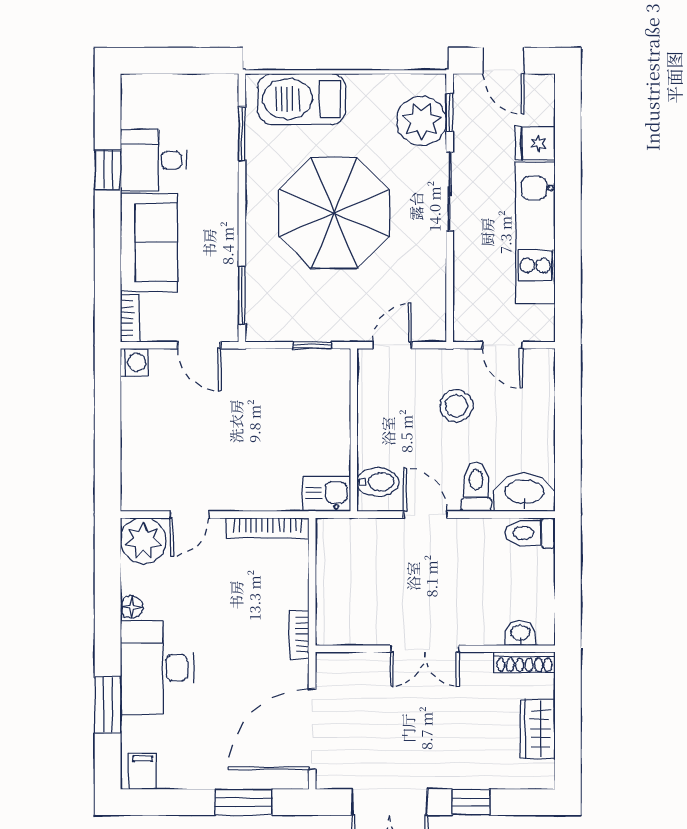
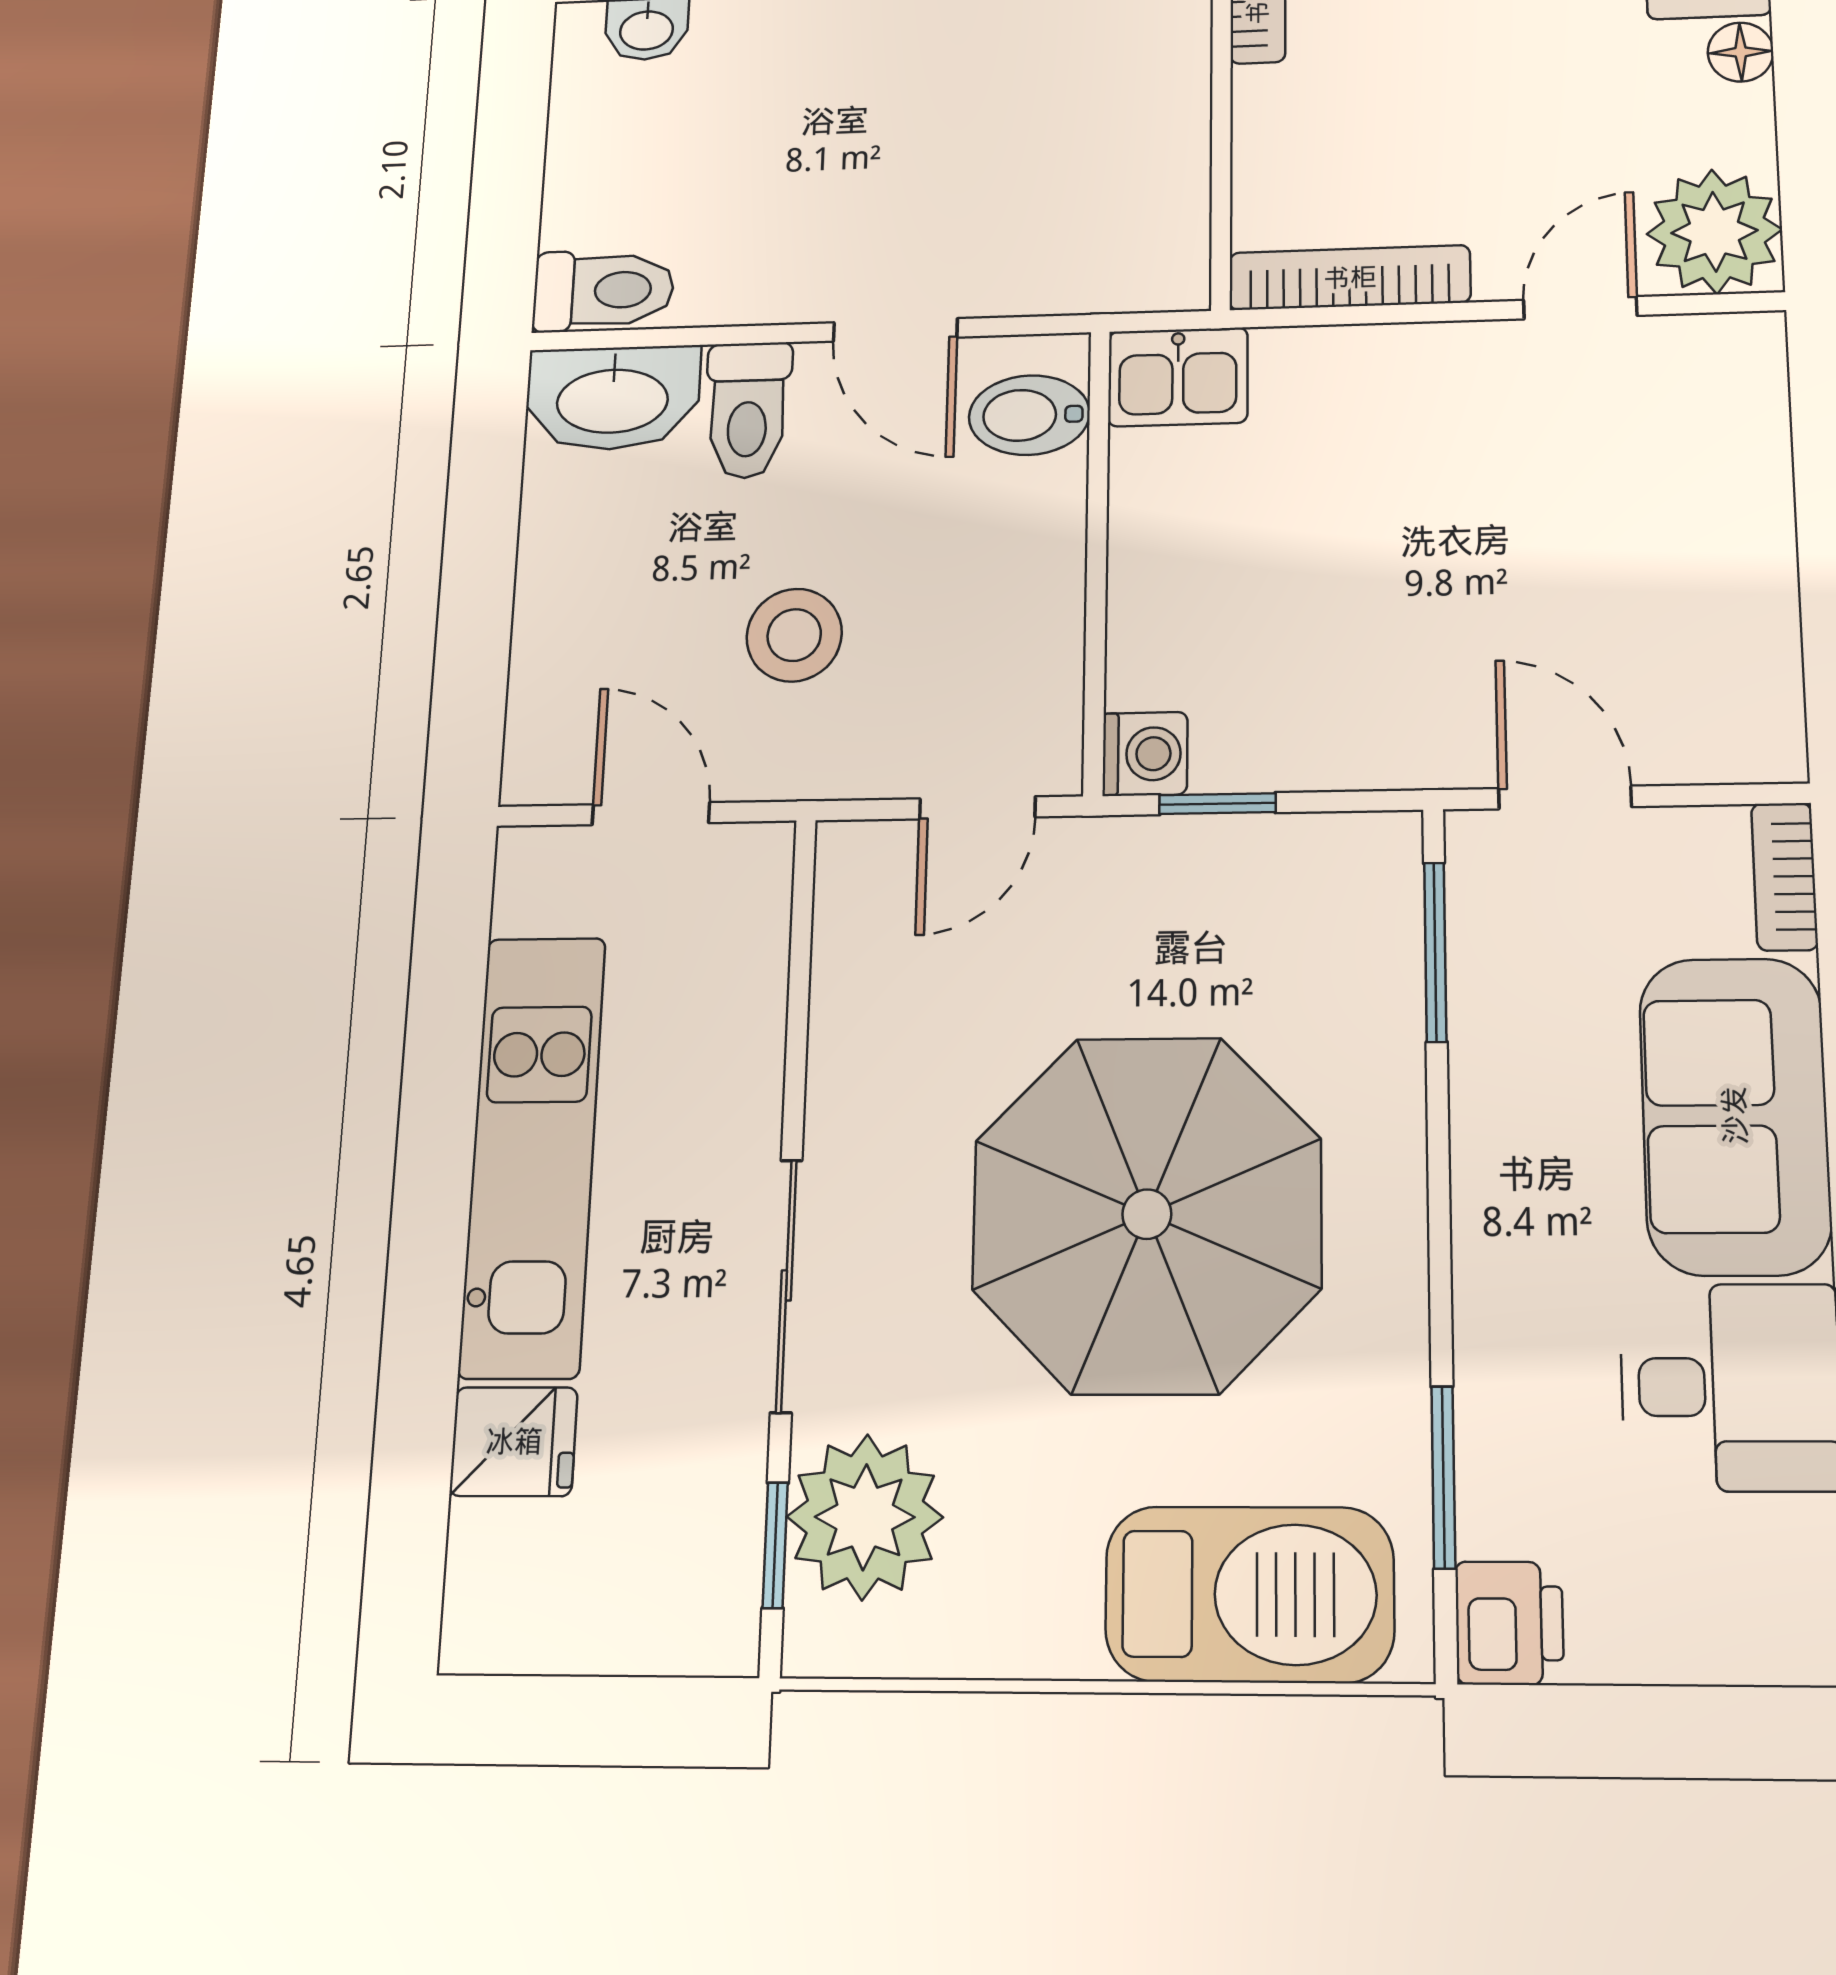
door: (504, 61) -> (596, 1721), removed
printer: (223, 91) -> (1509, 1623), added
washing machine: (134, 362) -> (1145, 754), moved, turned 180

